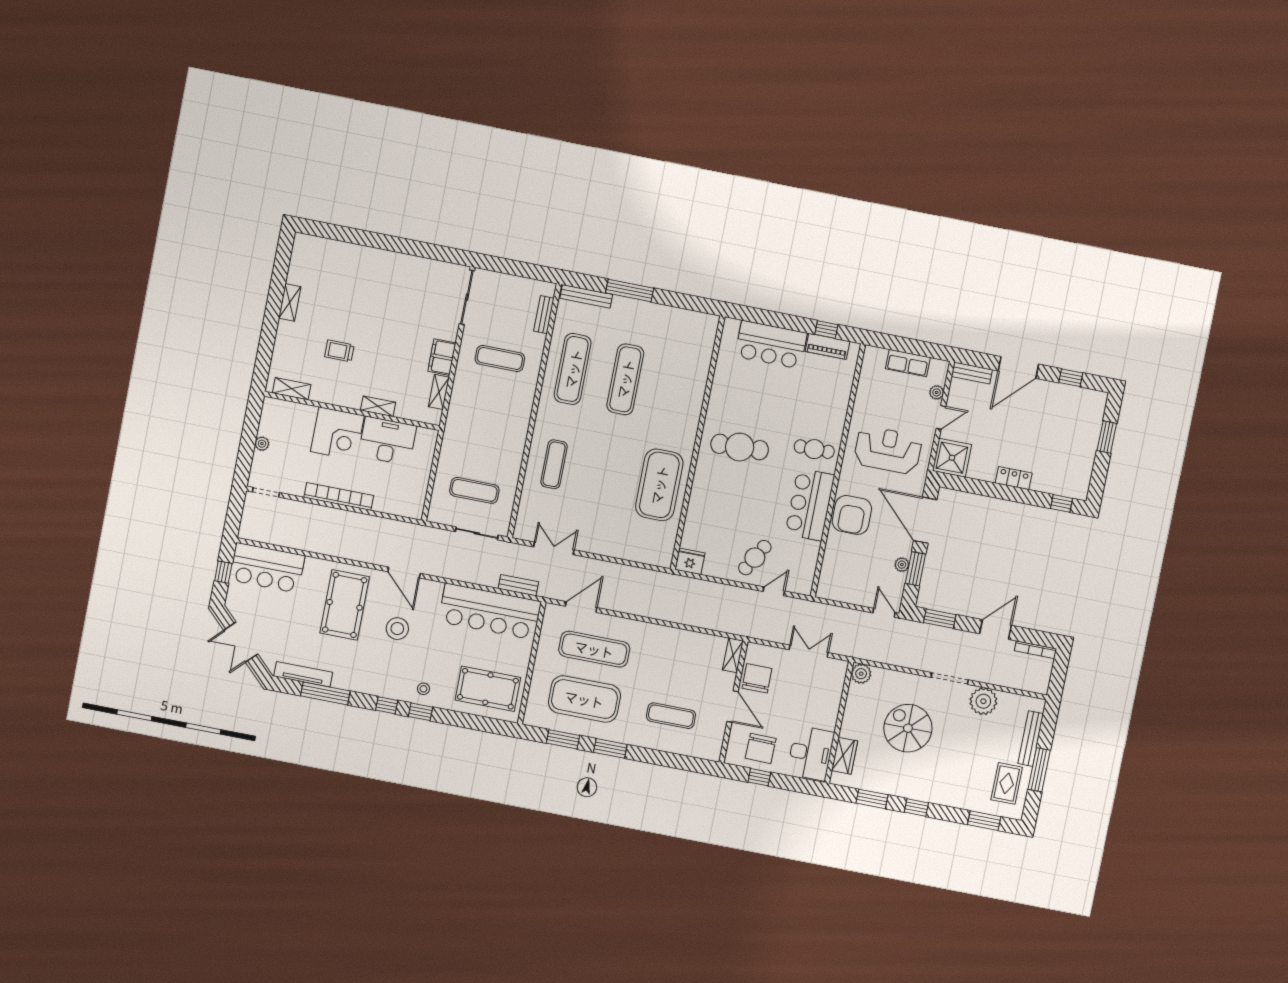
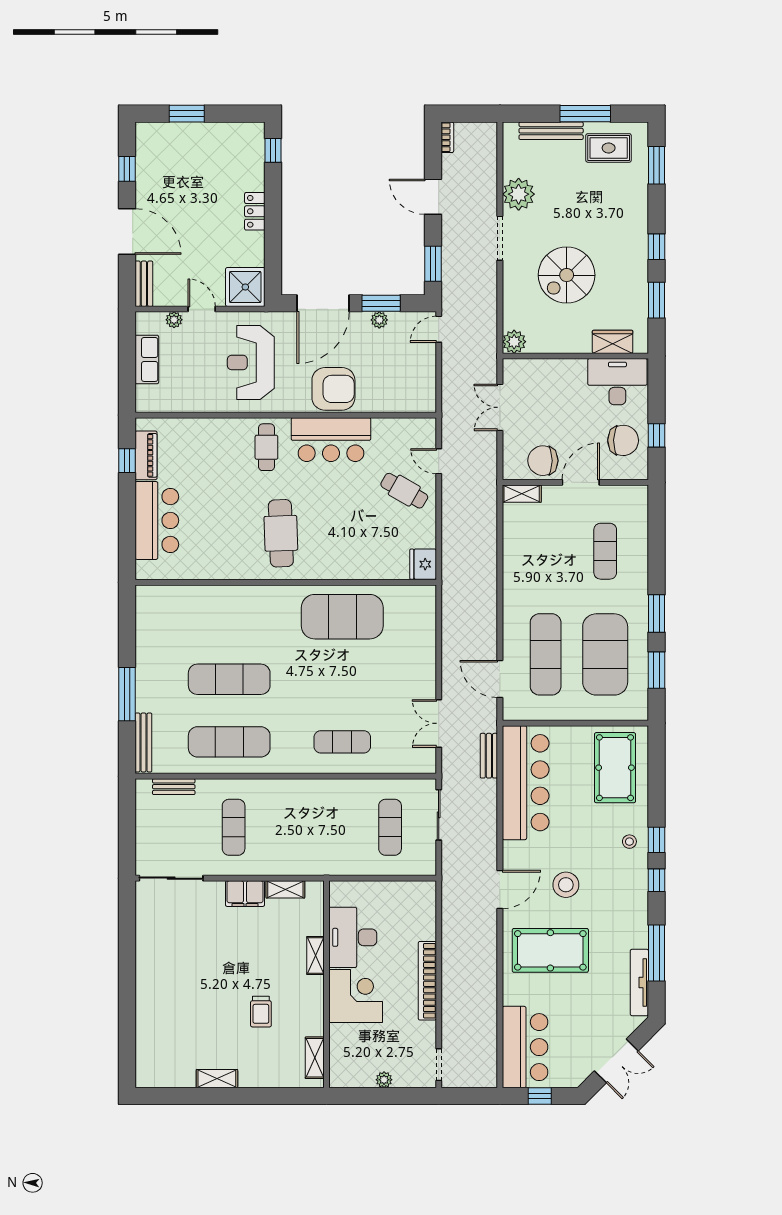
bookcase: (1036, 650) -> (447, 137), width x0.64

